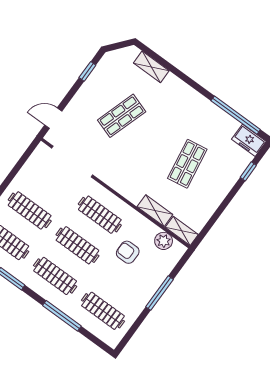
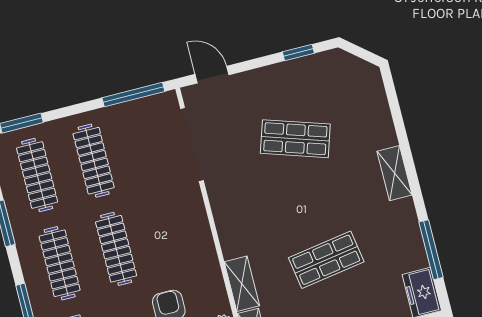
shelving: (151, 67) -> (395, 173), moved
window: (236, 115) -> (431, 250), width x0.68
window: (22, 161) -> (133, 95), added
clothes rail: (100, 215) -> (173, 234), removed

